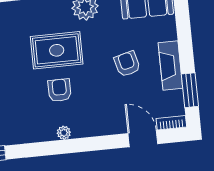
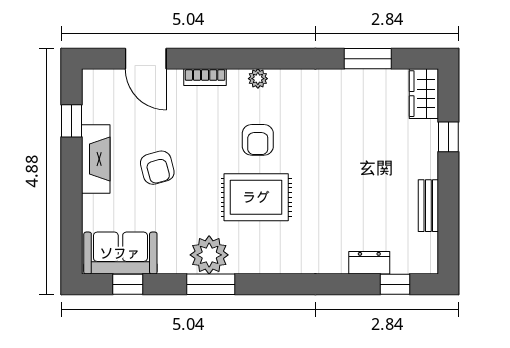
window: (190, 90) -> (71, 121), width x0.67
bookcase: (171, 123) -> (205, 77), moved

